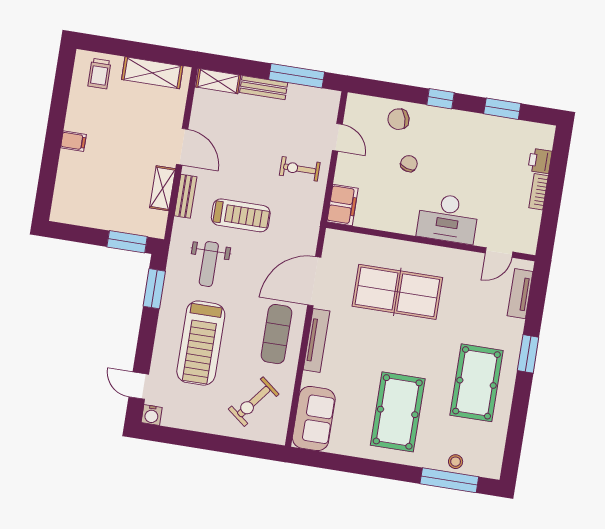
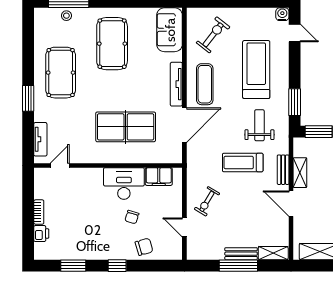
window: (297, 76) -> (238, 266), moved
exercise bike: (300, 169) -> (207, 201), turned 121
filing cabinet: (343, 205) -> (159, 177), moved, turned -90
desk: (448, 218) -> (124, 184), moved

